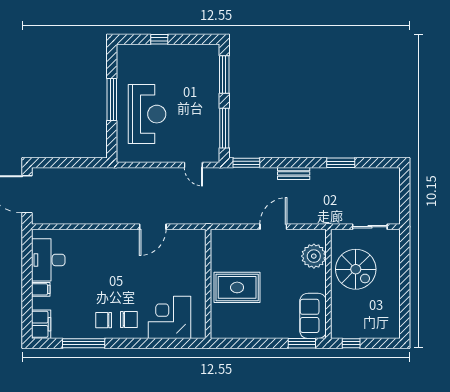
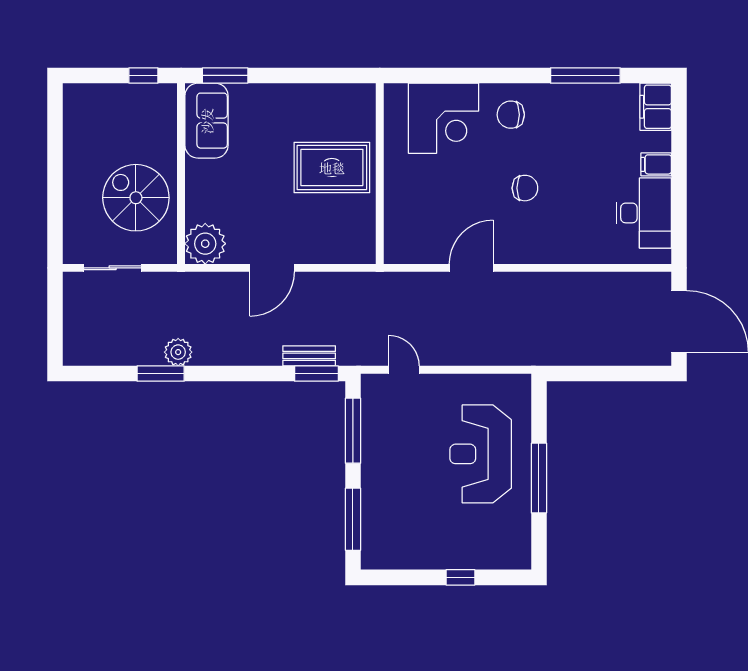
bench: (294, 173) -> (309, 356), moved
plant: (330, 176) -> (178, 352), added
plant: (314, 256) -> (205, 244), moved
chair: (104, 320) -> (525, 188), moved

